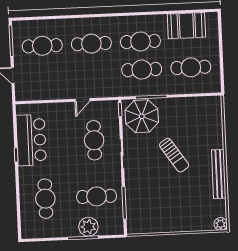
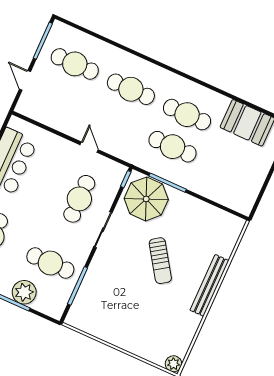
cafe table: (191, 67) -> (229, 172), removed
door: (83, 100) -> (89, 147), swing flipped
bench: (219, 174) -> (209, 285), moved

